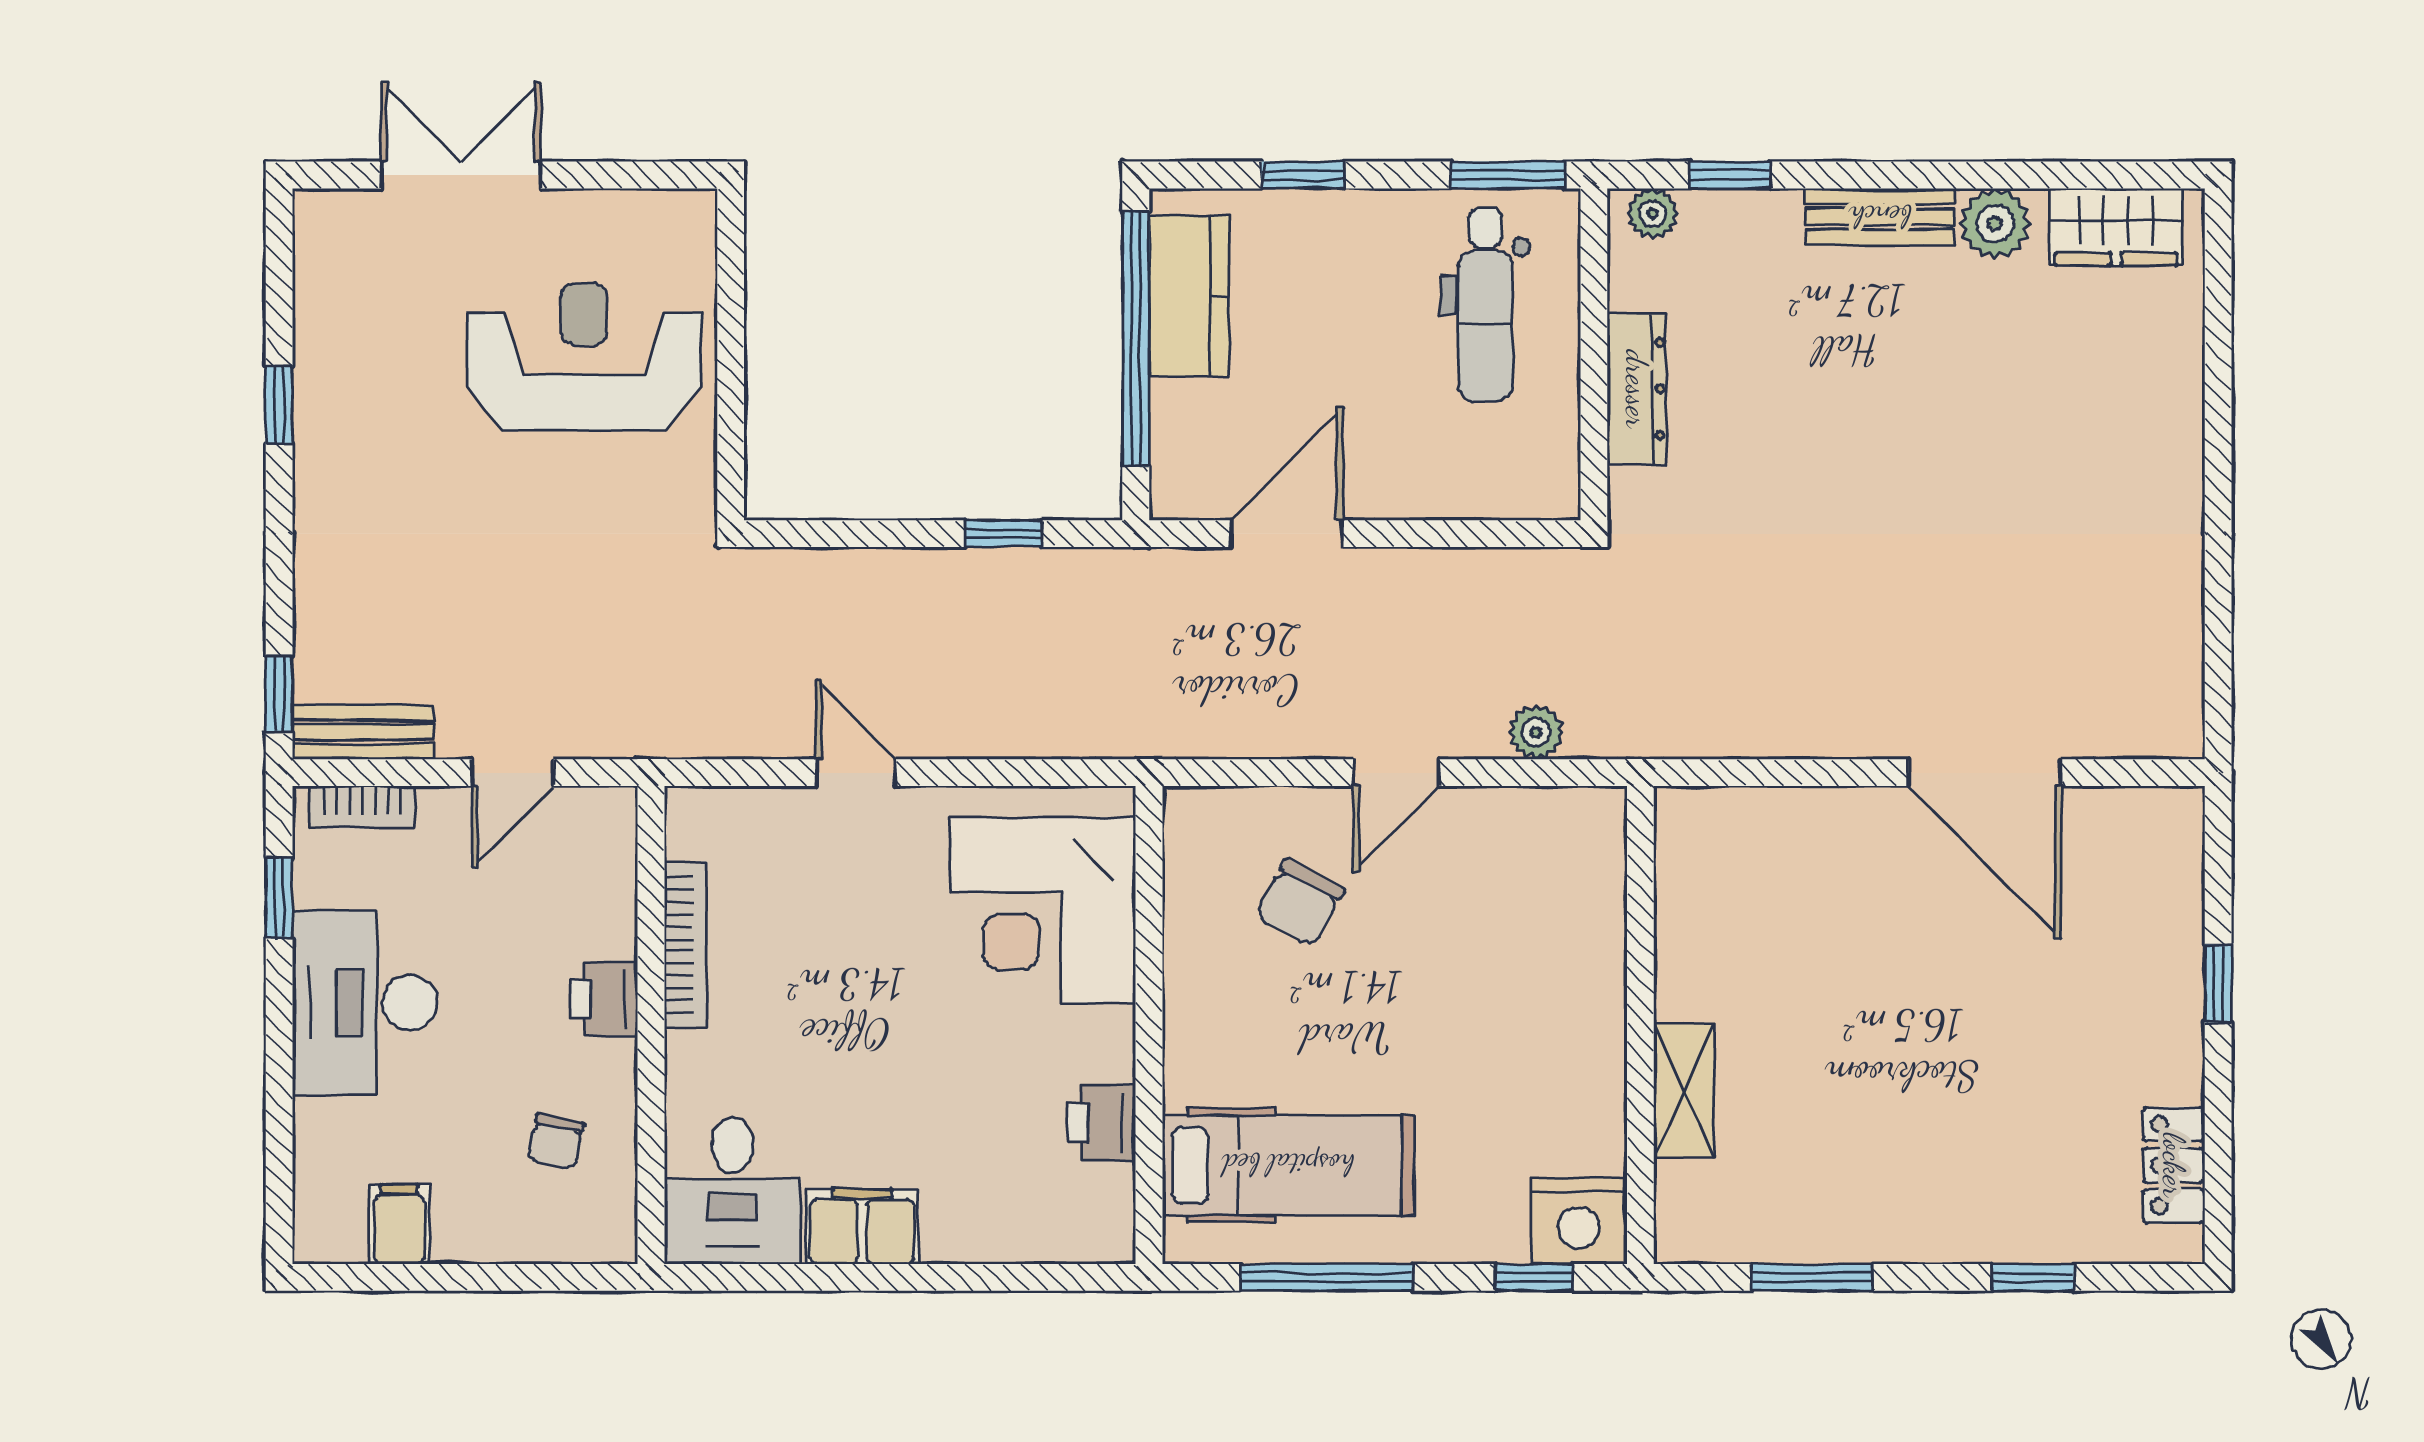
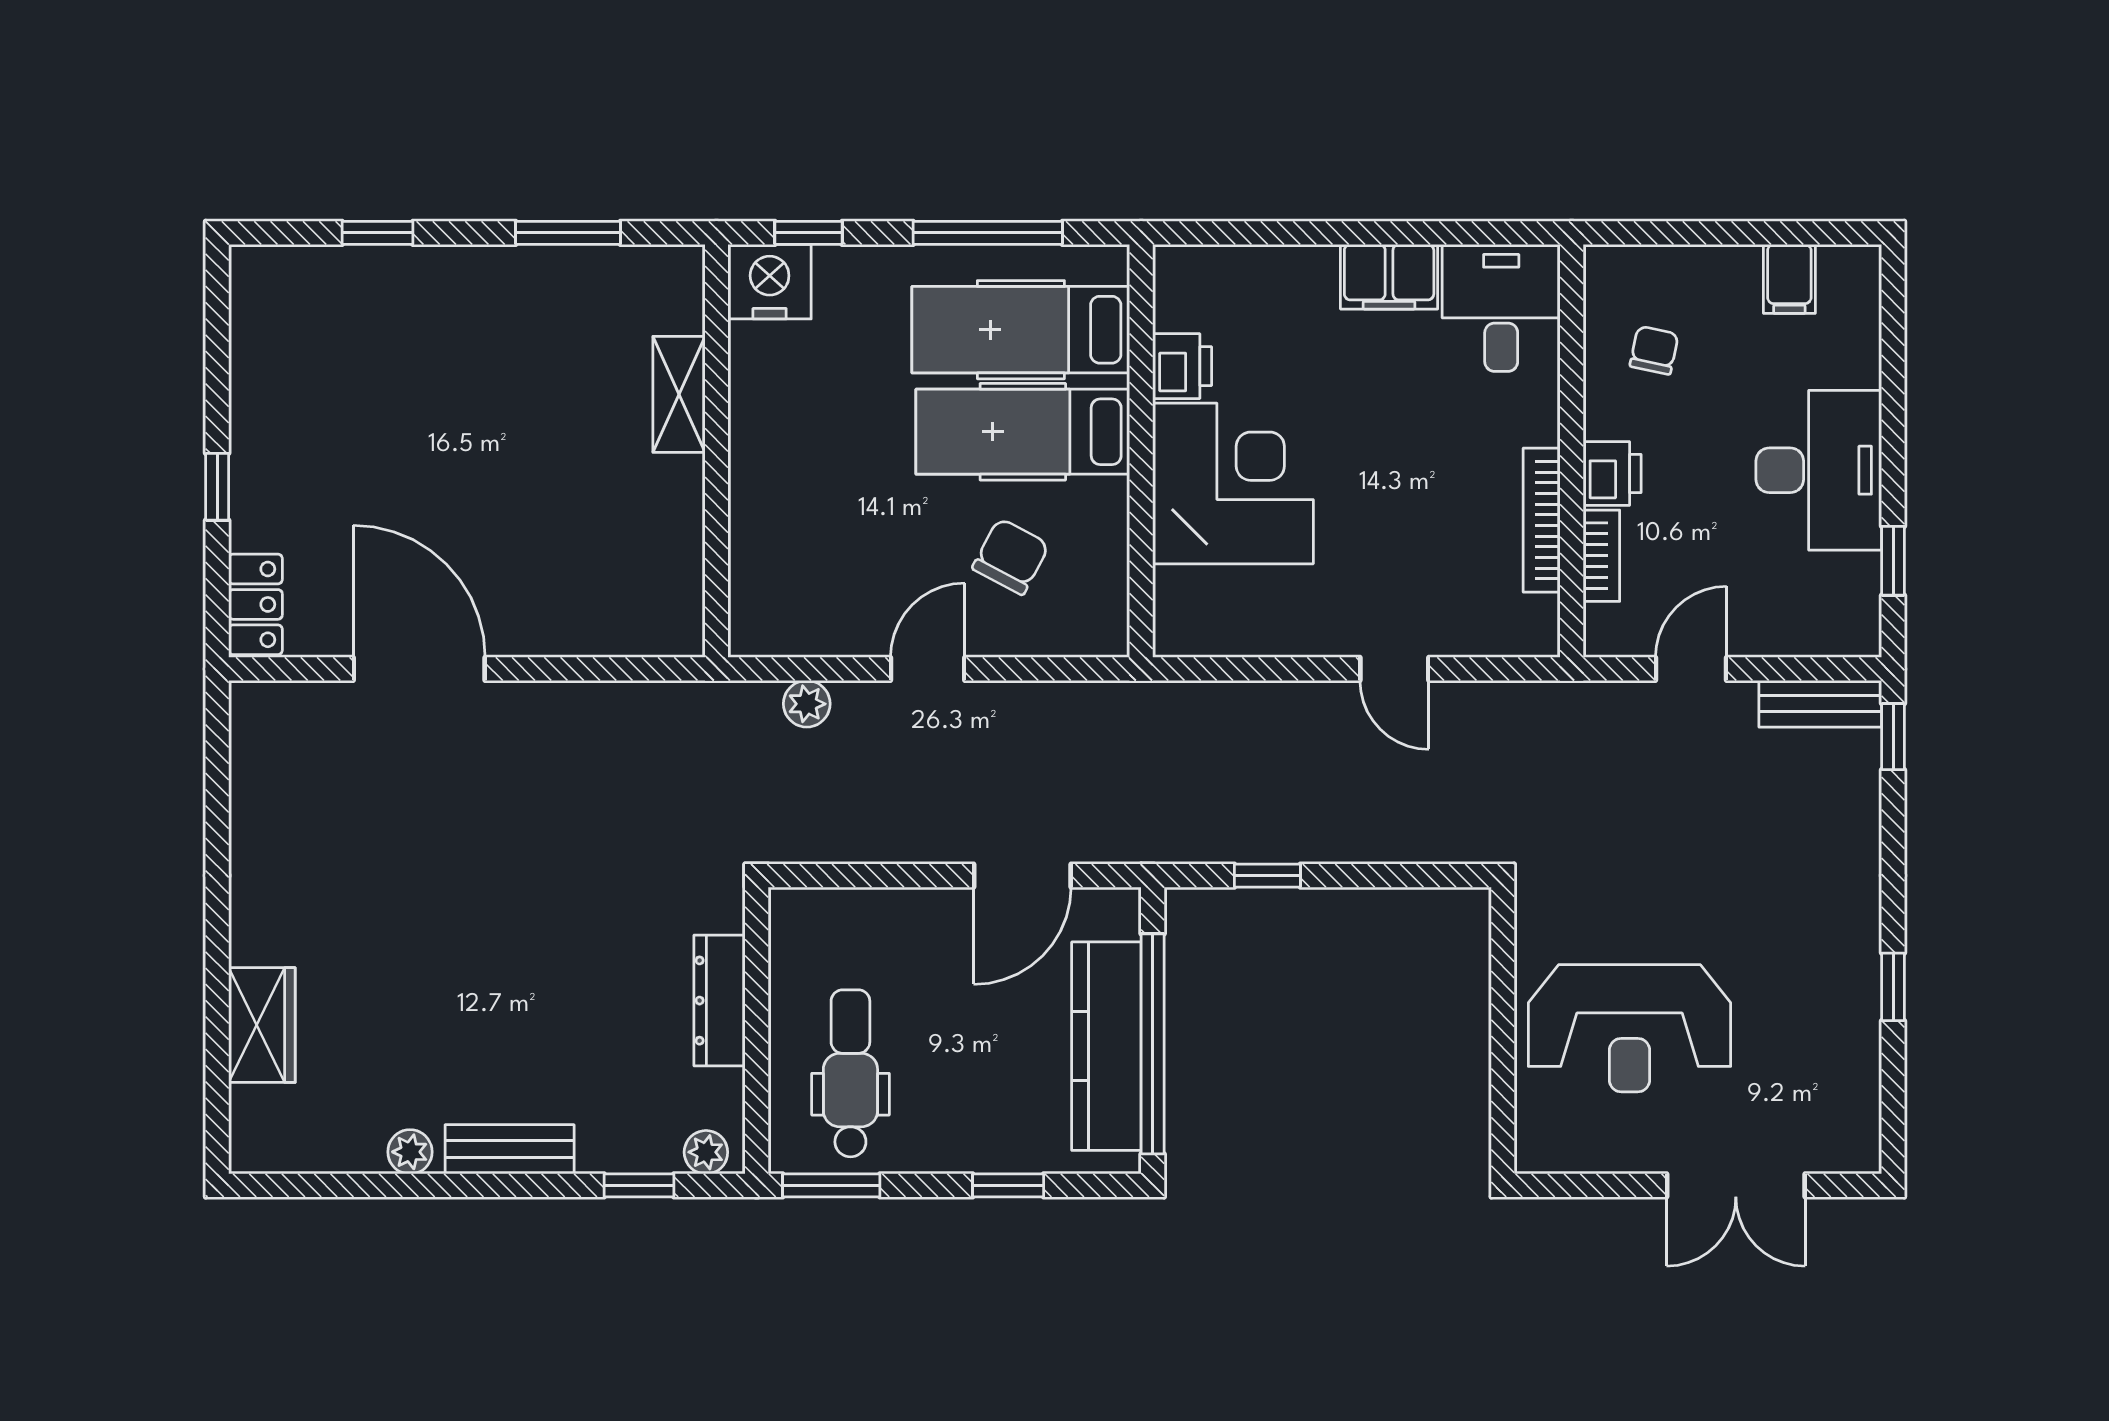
plant: (1995, 224) -> (410, 1152), width x0.73, depth x0.73
wardrobe: (2116, 227) -> (262, 1025), moved, turned 90
kitchen counter: (1189, 296) -> (1106, 1046), width x1.50
bookcase: (362, 807) -> (1601, 556), moved, turned 90
corner desk: (1043, 910) -> (1233, 483), moved
hospital bed: (1286, 1047) -> (1023, 432), added
locker: (2174, 1165) -> (255, 604), moved

